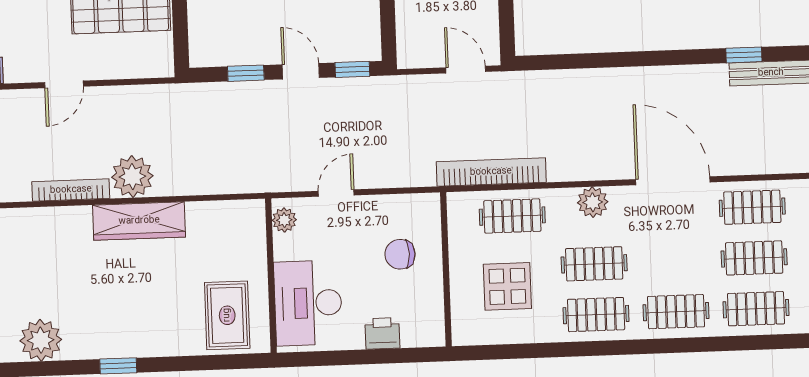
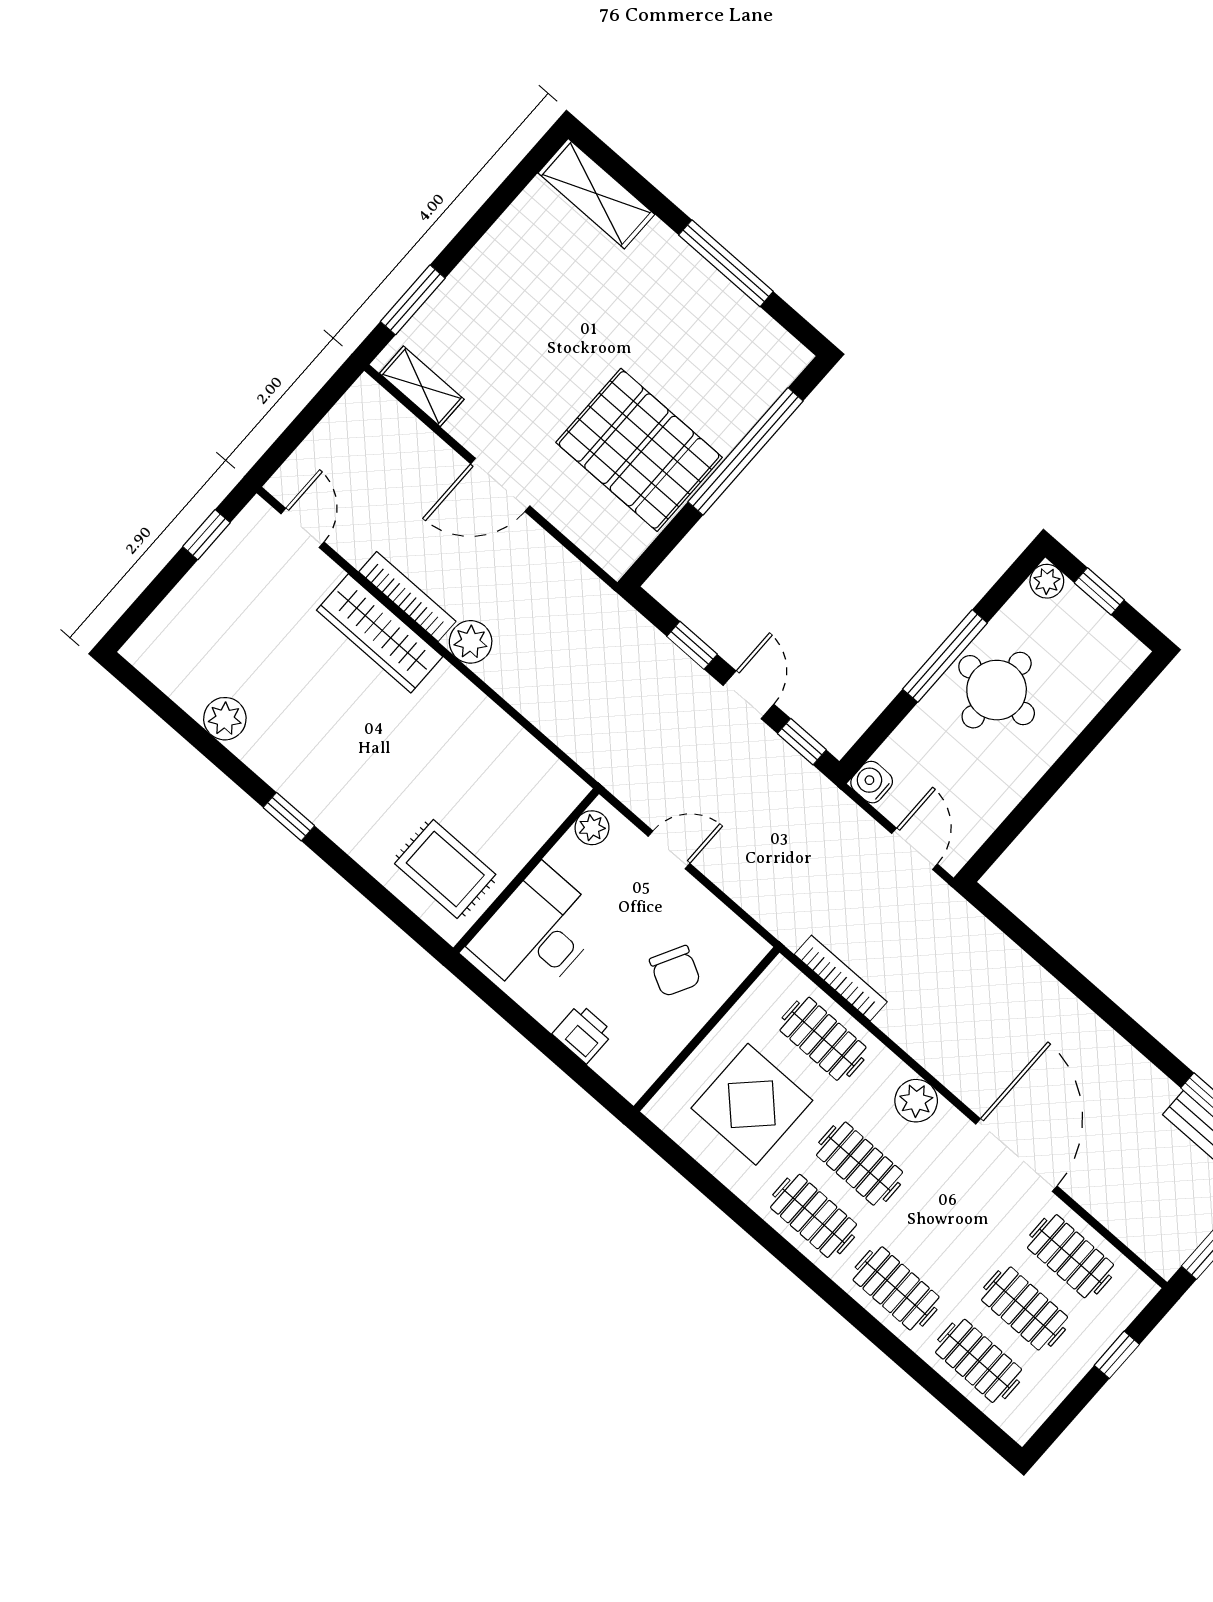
water cooler: (409, 56) -> (872, 782), added
door: (64, 84) -> (500, 485), width x1.38
bookcase: (491, 172) -> (841, 978), width x0.68, depth x0.76
plant: (132, 177) -> (471, 642), width x0.73, depth x0.73
wardrobe: (139, 221) -> (380, 633), moved
chair: (400, 254) -> (675, 971), turned -152
display table: (507, 286) -> (752, 1104), width x1.36, depth x1.36
rug: (227, 315) -> (445, 869), turned 90
plant: (41, 340) -> (225, 719), width x0.73, depth x0.73

